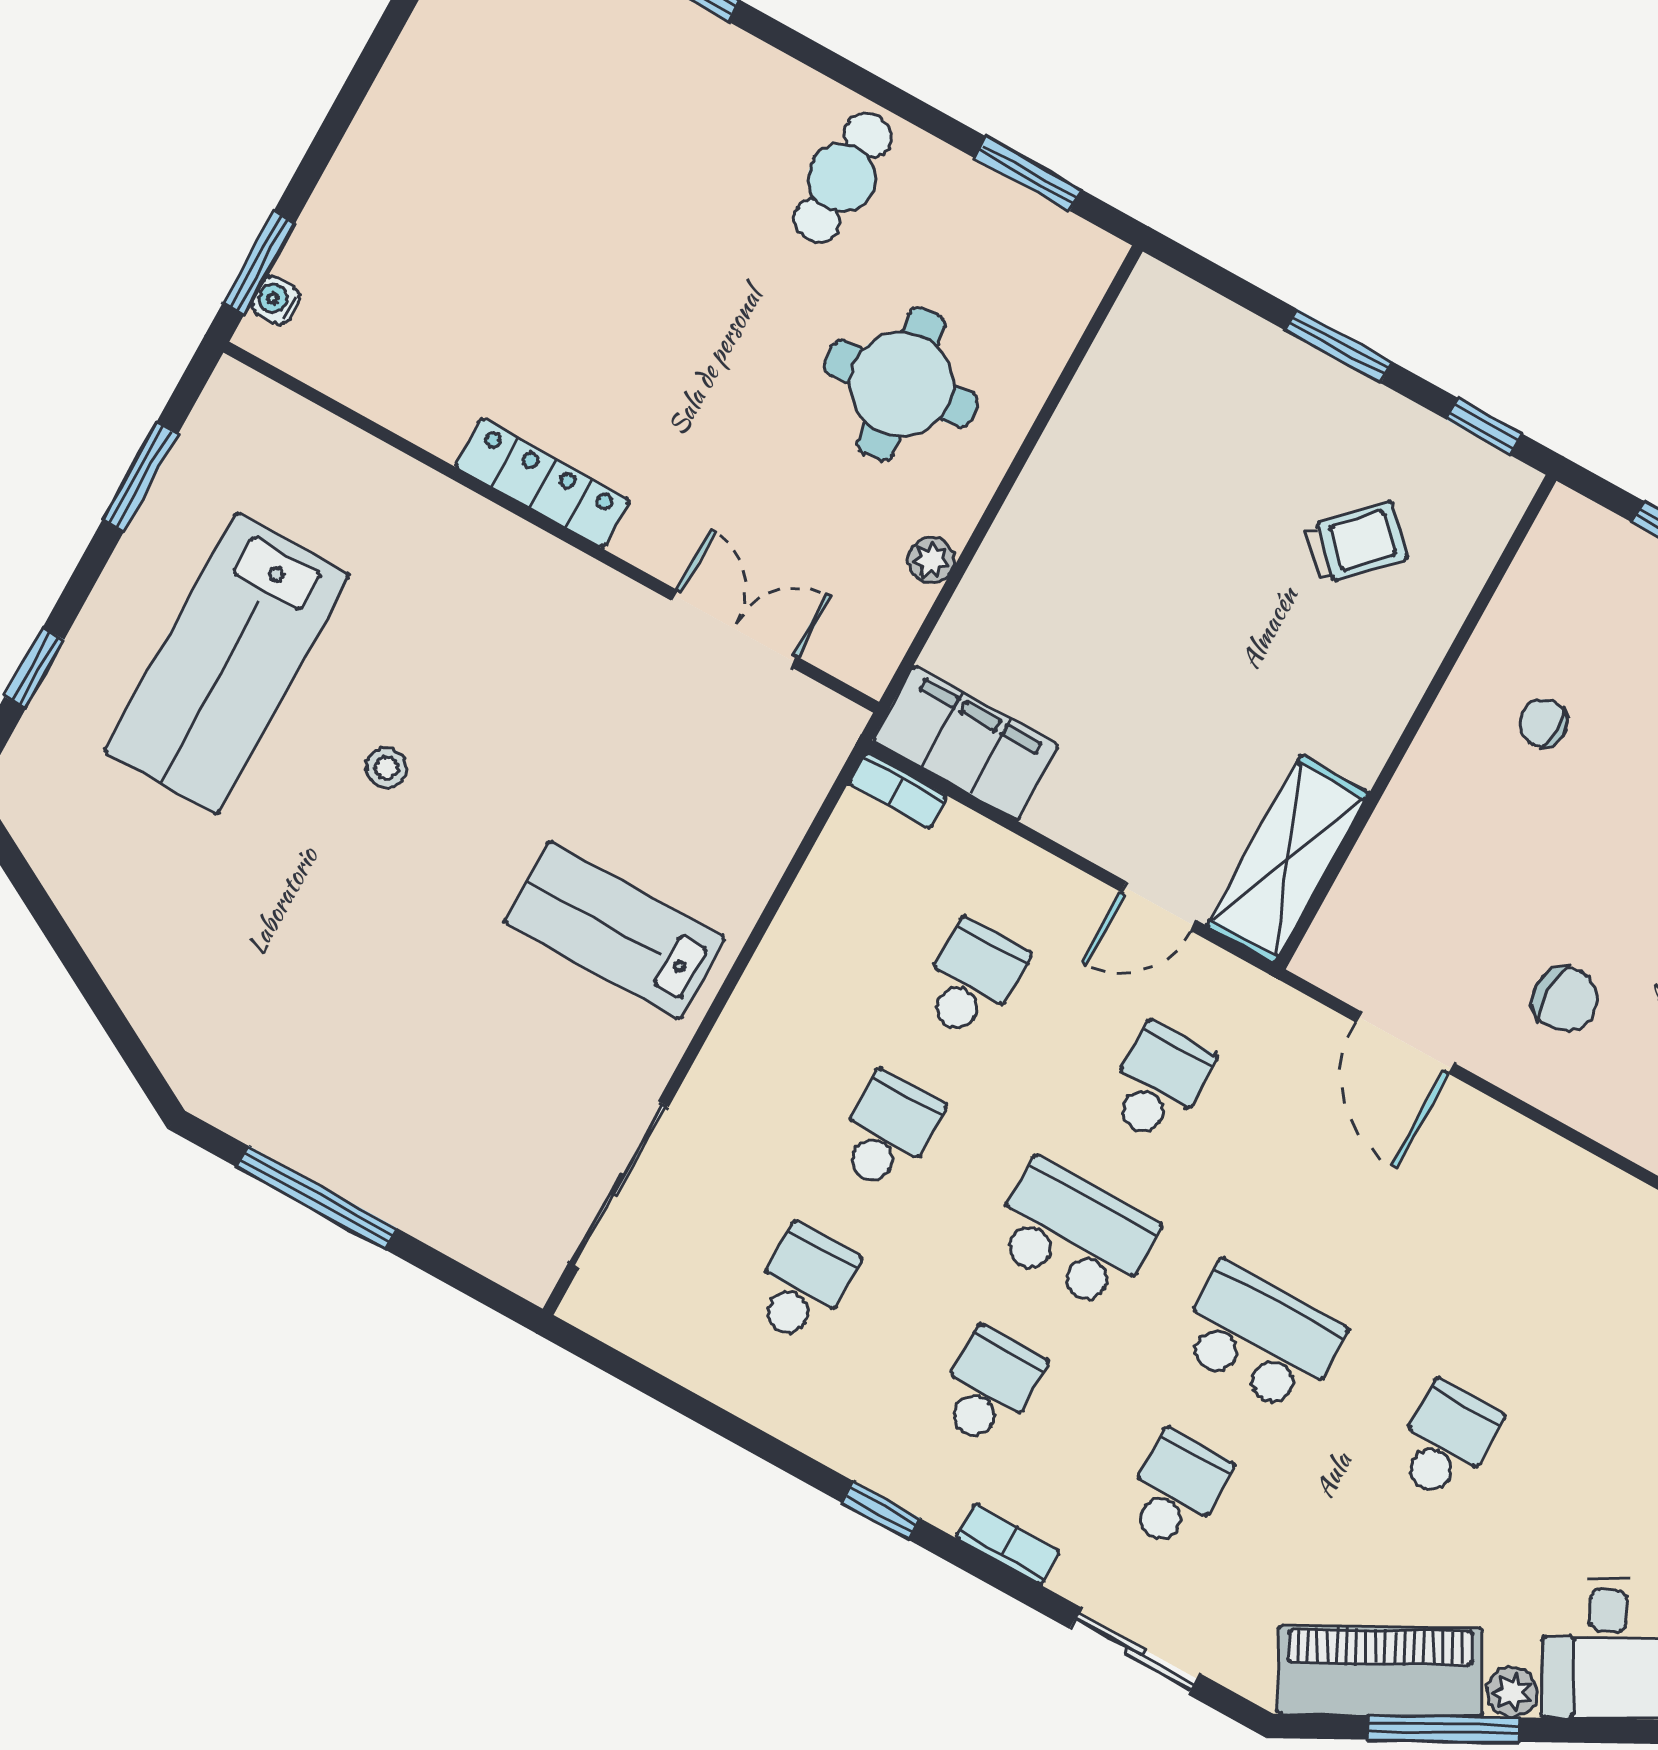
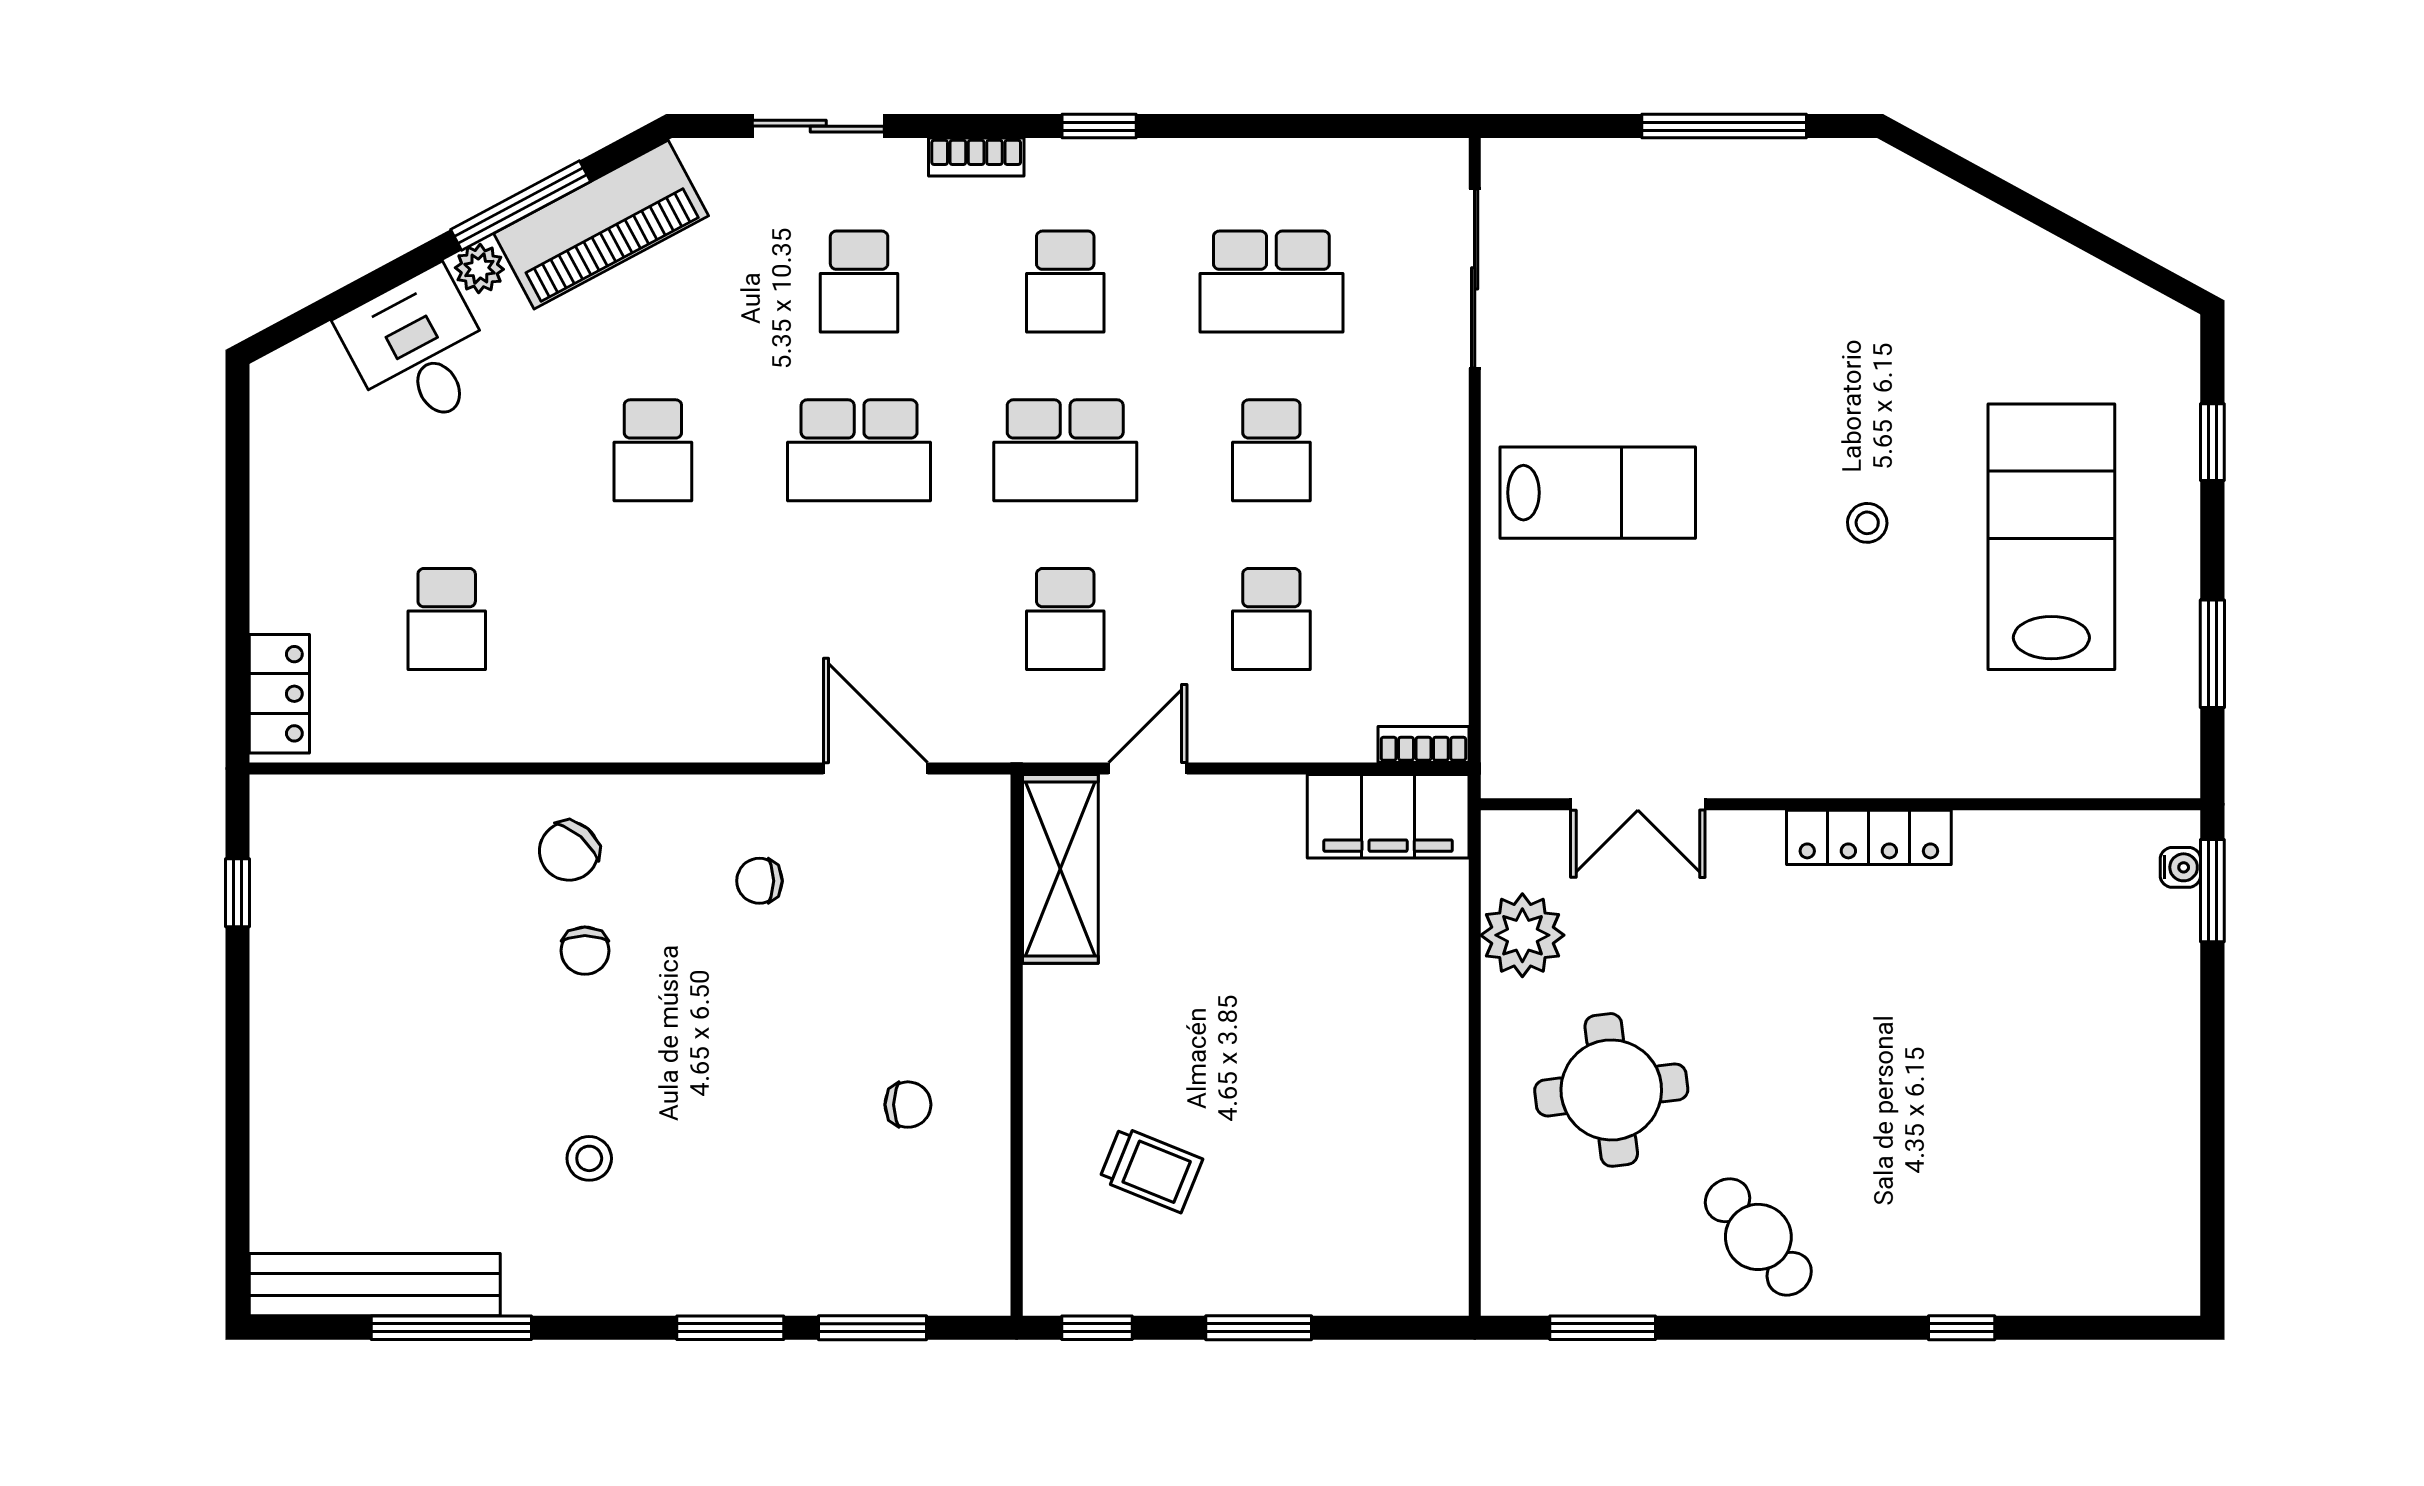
cafe table: (842, 178) -> (1758, 1237), turned -42
trolley: (1357, 543) -> (1151, 1169), turned -112
plant: (931, 560) -> (1522, 935), width x1.88, depth x1.88
chair: (1566, 999) -> (759, 881), width x0.73, depth x0.73
school desk: (803, 1284) -> (1271, 282), width x1.85

